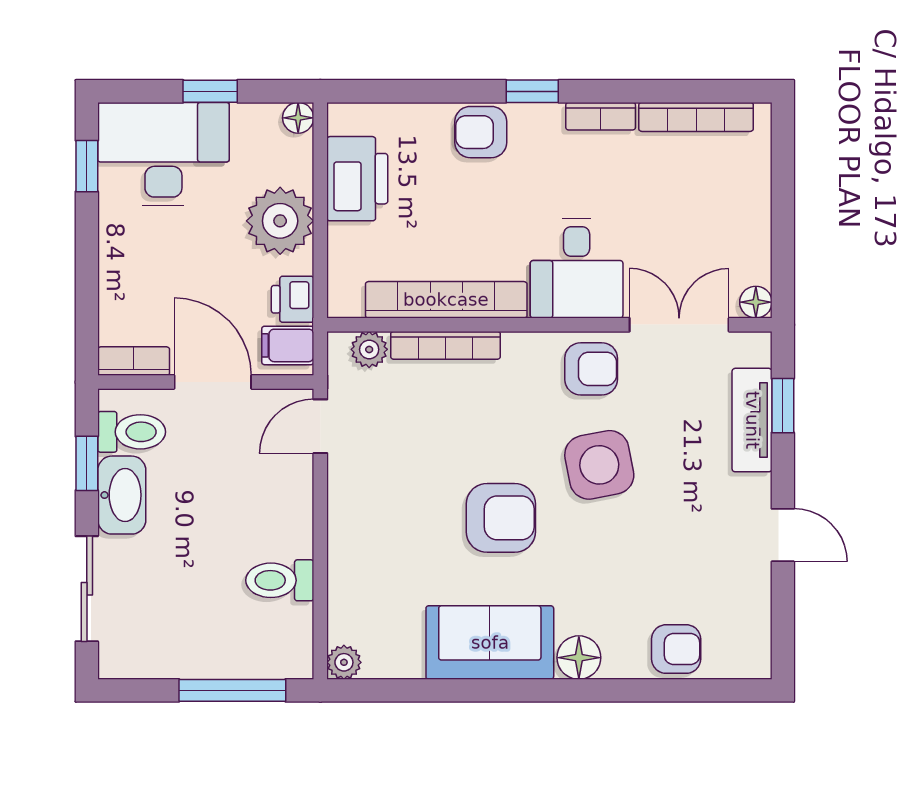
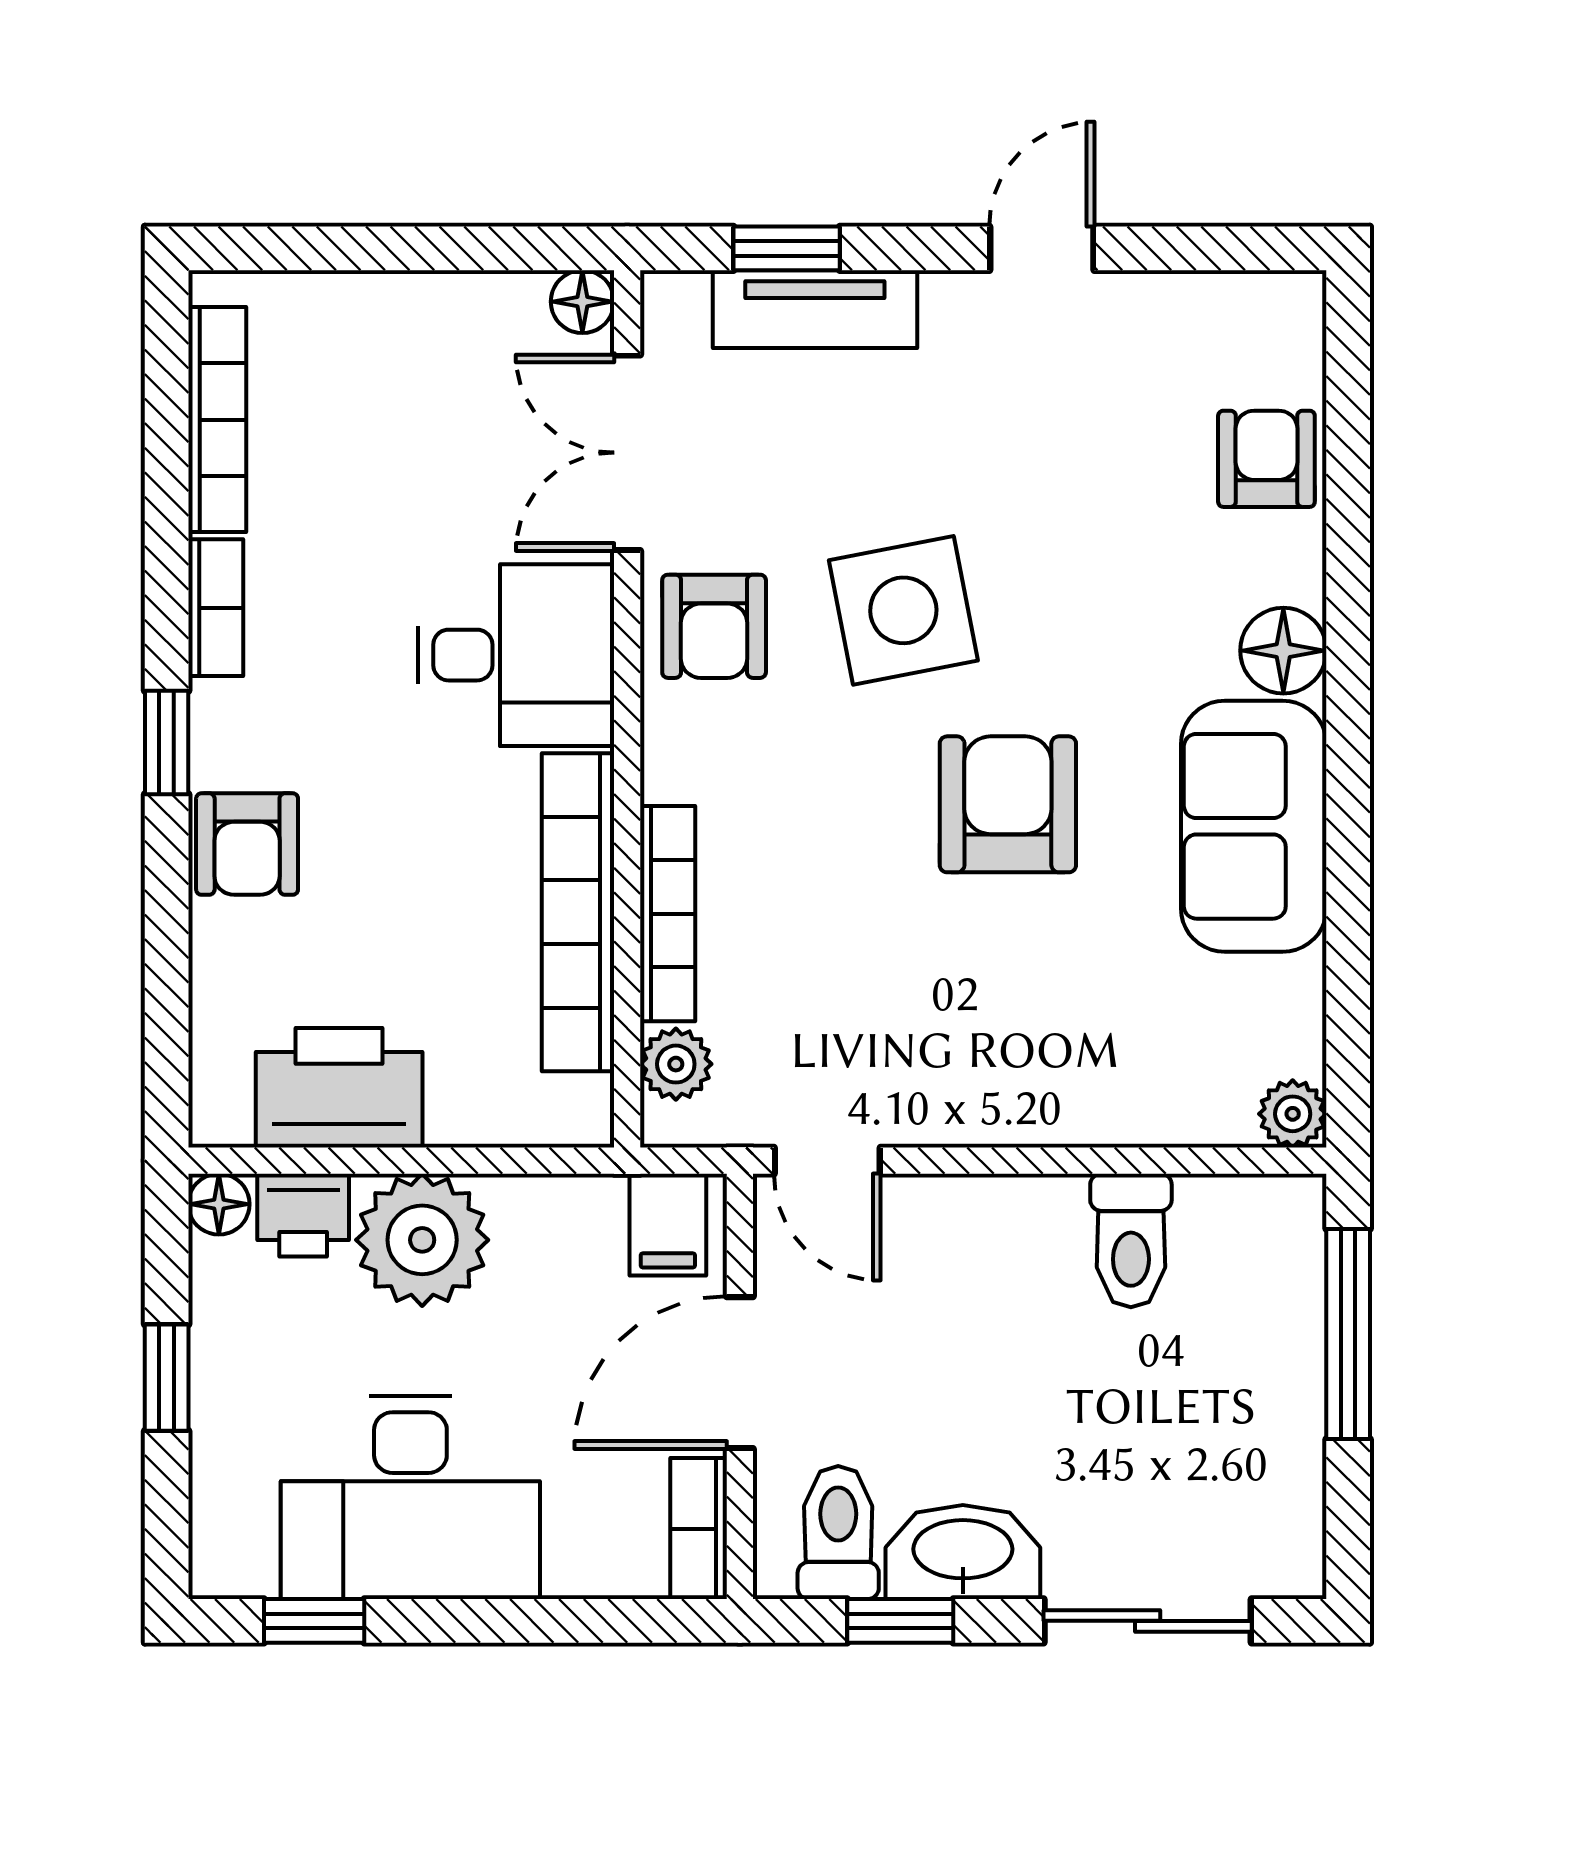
desk: (163, 154) -> (410, 1497), moved, turned -90
printer: (293, 299) -> (303, 1215), moved
armchair: (591, 369) -> (714, 626), turned 180

